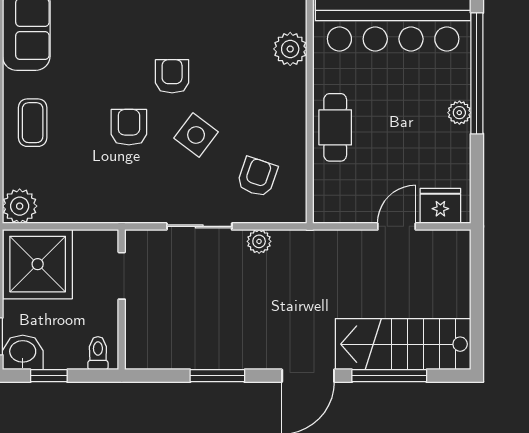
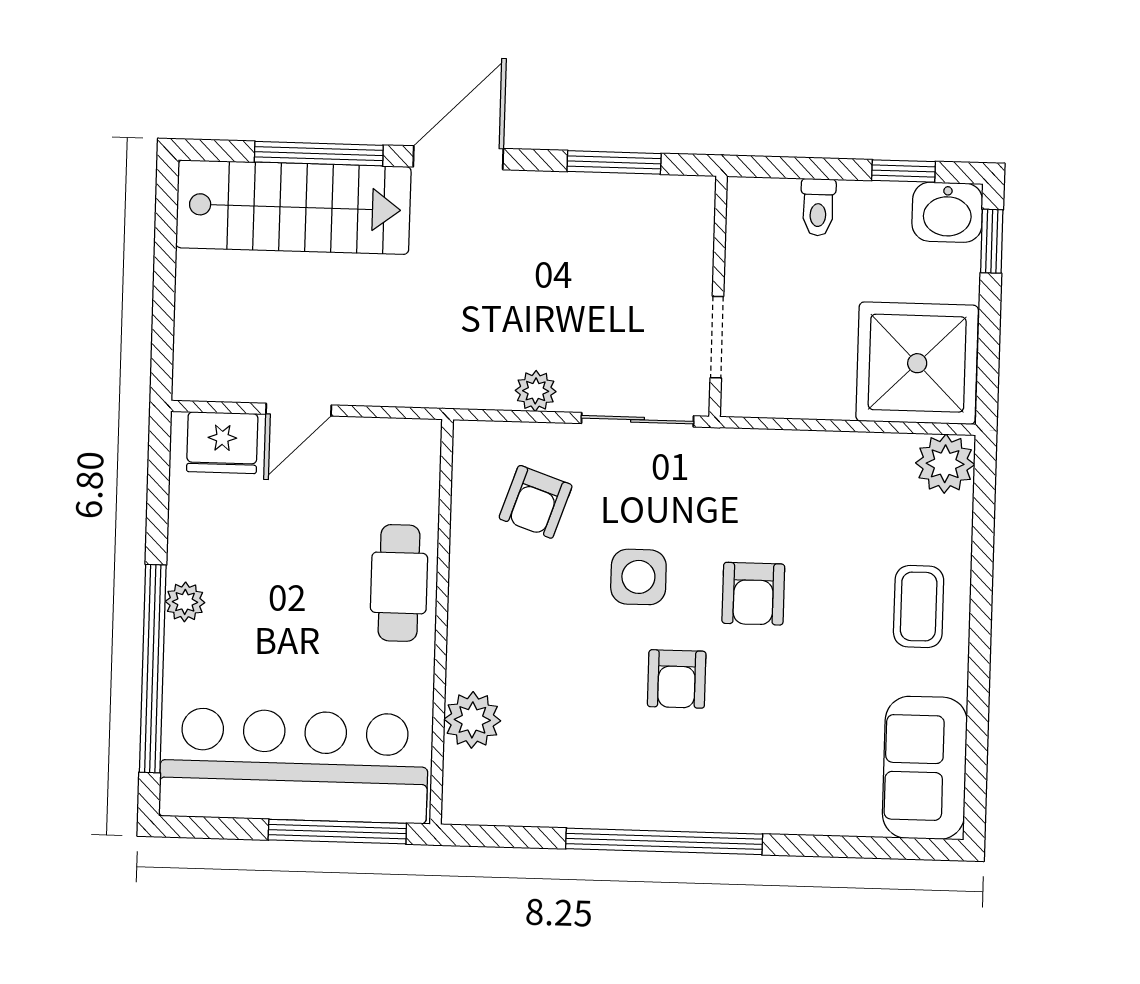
side table: (196, 135) -> (638, 577), turned -37
doorway: (122, 276) -> (717, 337), moved
wall: (122, 300) -> (718, 296), moved

